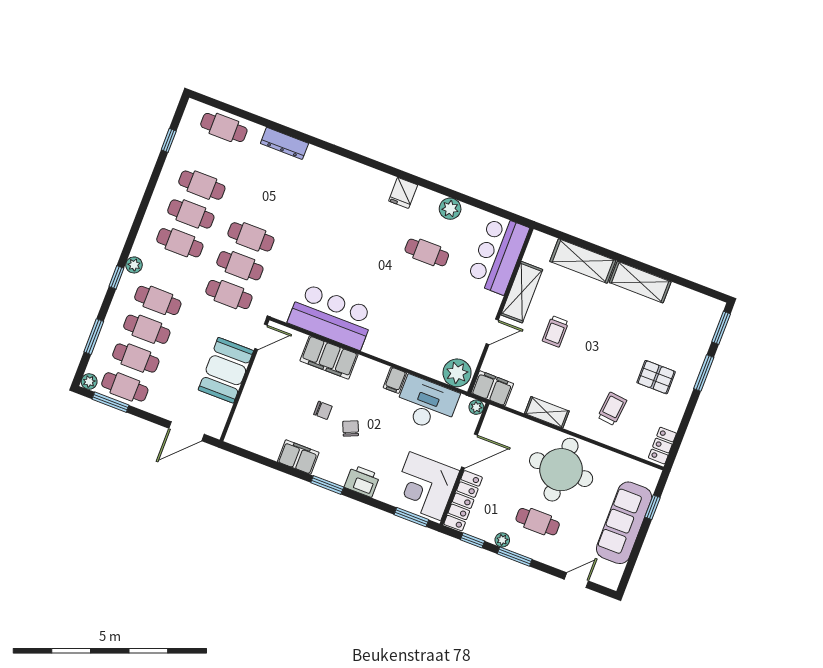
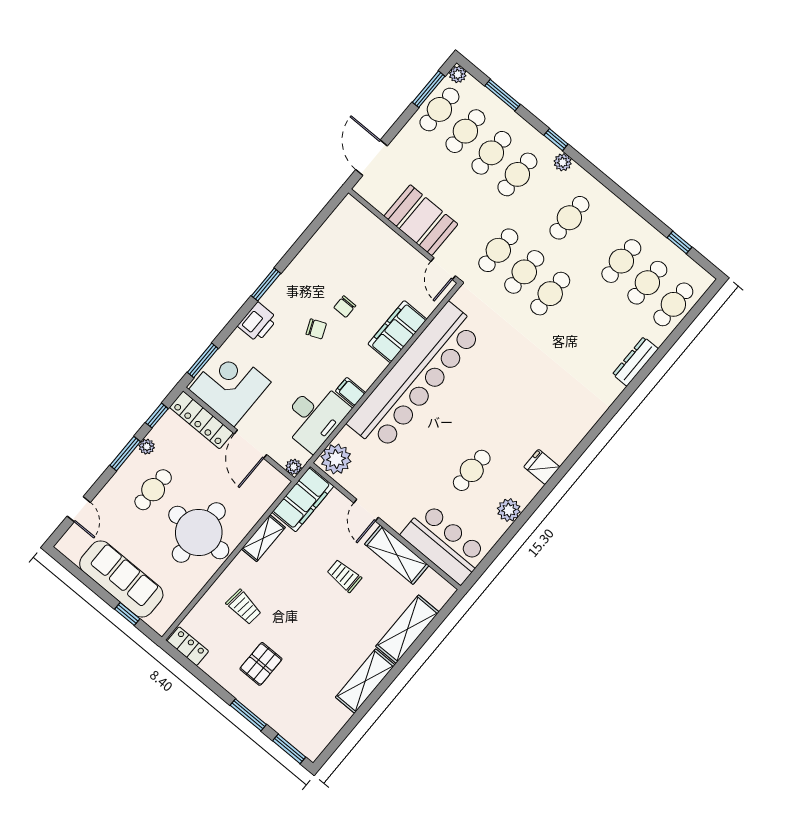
cafe table: (191, 214) -> (647, 283), moved
bar counter: (331, 316) -> (415, 377), width x1.86
filing cabinet: (492, 388) -> (303, 499), width x1.50, depth x1.17
filing cabinet: (298, 457) -> (305, 264), removed

